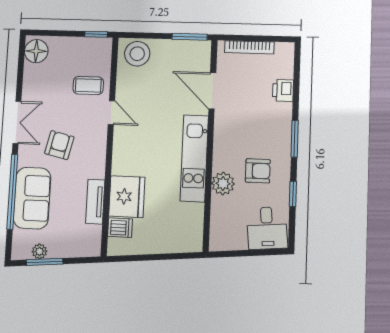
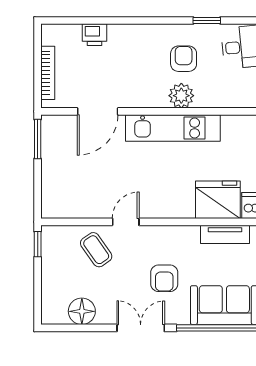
floor lamp: (36, 51) -> (82, 311), moved
stool: (137, 54) -> (59, 197), removed
coffee table: (88, 85) -> (96, 250), turned -35
window: (295, 139) -> (147, 21), removed
armchair: (59, 145) -> (164, 278), turned -103
plant: (223, 184) -> (181, 96), moved

